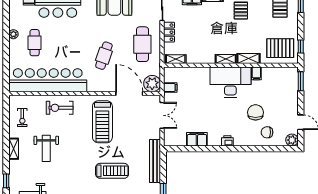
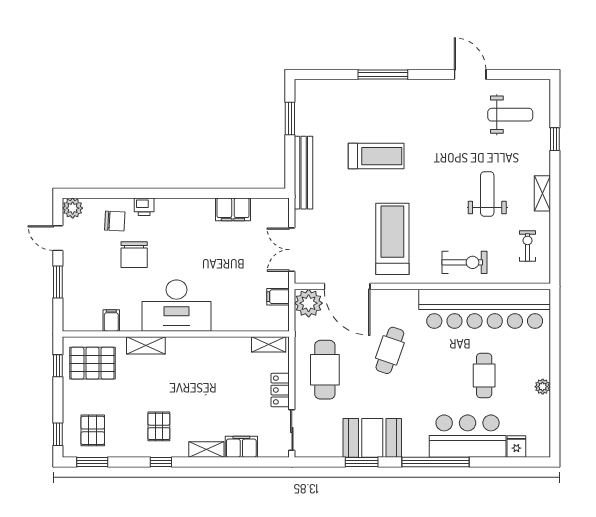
cafe table: (35, 43) -> (484, 375), moved
shelving: (226, 59) -> (184, 345), removed
filing cabinet: (256, 73) -> (111, 320), moved
window: (301, 81) -> (58, 282), moved
printer: (227, 141) -> (144, 207), moved
treadmill: (112, 171) -> (376, 156), turned 180

